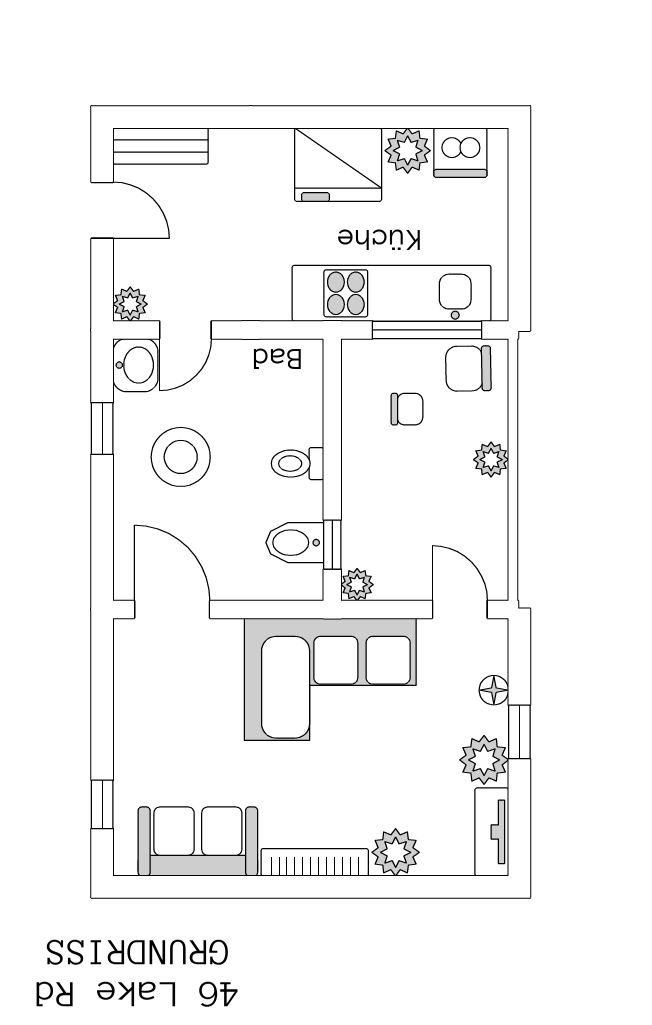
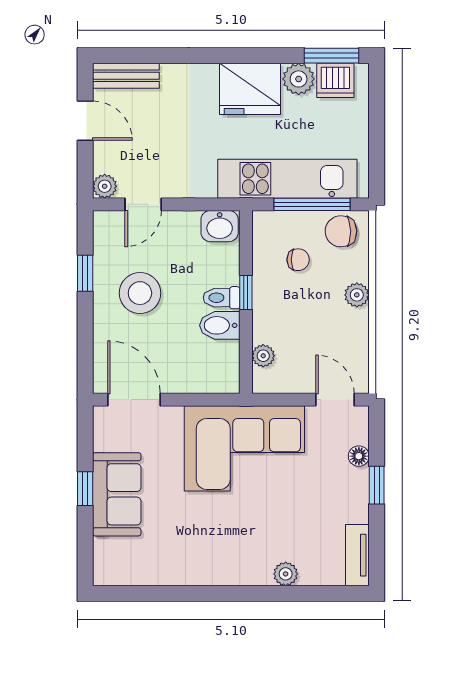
window: (455, 117) -> (331, 56), added
washbasin: (135, 365) -> (220, 226), moved, turned 90
bidet: (295, 543) -> (220, 325), moved
window: (332, 545) -> (246, 293), moved
plant: (357, 585) -> (263, 356), moved
plant: (484, 760) -> (352, 505), removed
window: (102, 804) -> (85, 489), moved
sofa: (198, 842) -> (117, 494), moved, turned 90
plant: (396, 852) -> (286, 574), width x0.73, depth x0.73
bookcase: (315, 862) -> (234, 576), removed

